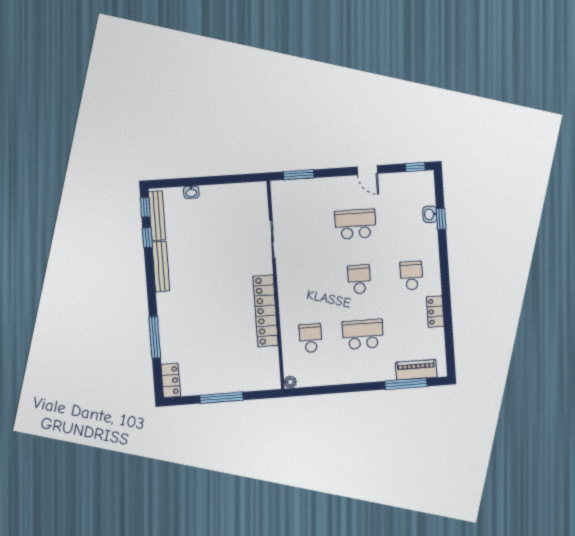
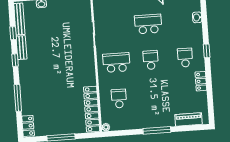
window: (145, 207) -> (15, 60), moved
window: (441, 219) -> (207, 51), moved
bench: (161, 267) -> (21, 48), width x0.73
locker: (266, 311) -> (92, 109), moved
school desk: (363, 334) -> (116, 62), moved
window: (406, 384) -> (157, 130), moved

